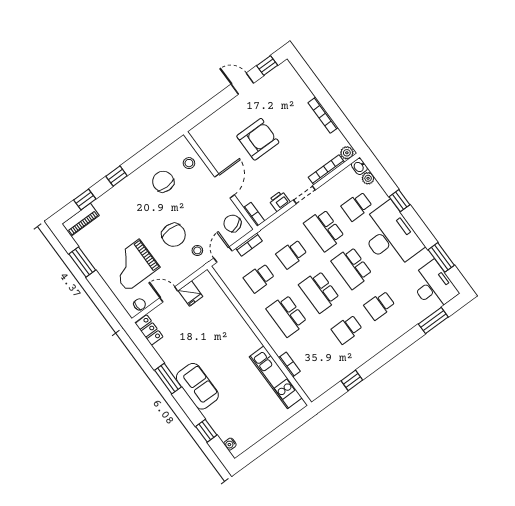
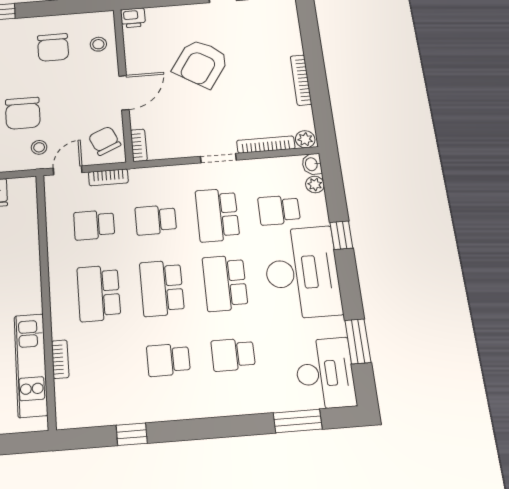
armchair: (258, 139) -> (201, 63), turned 123
chair: (163, 182) -> (53, 47), turned 180
printer: (279, 201) -> (133, 18), moved, turned 180

